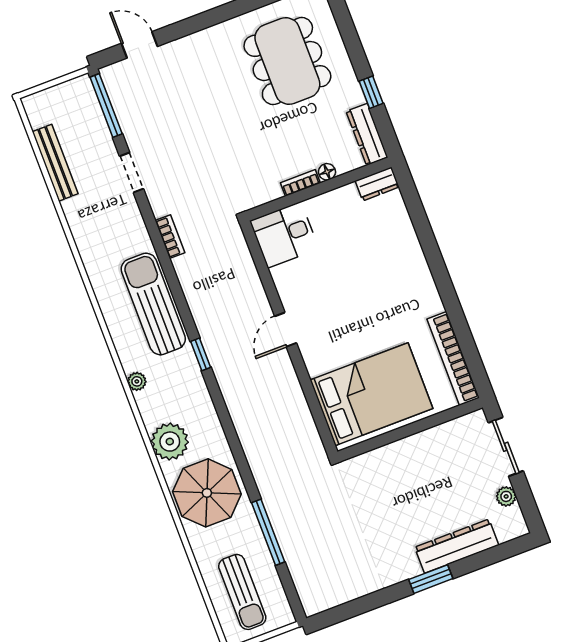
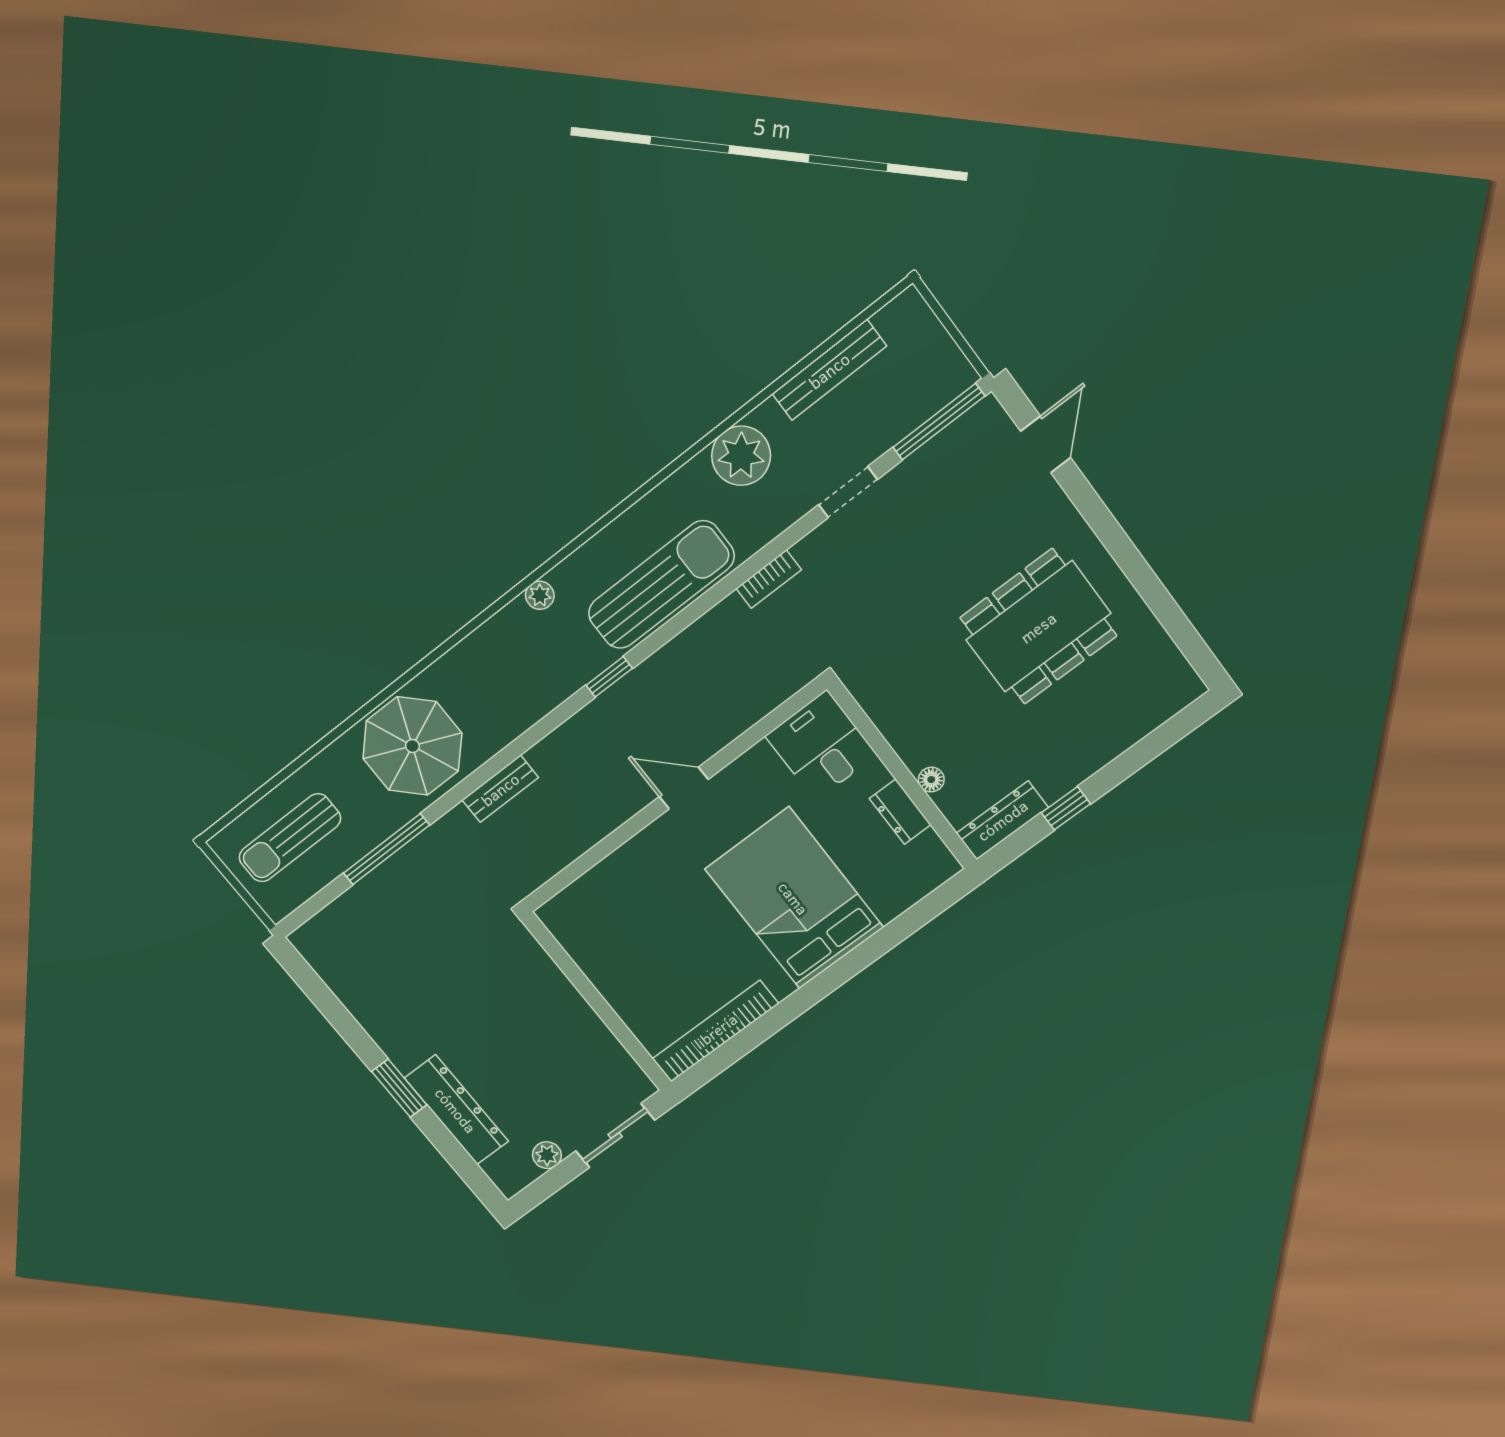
dining table: (287, 61) -> (1038, 627), moved
bookcase: (300, 183) -> (904, 746), removed
dresser: (377, 184) -> (900, 812), moved
bed: (371, 394) -> (794, 898), moved, turned 180
plant: (170, 442) -> (741, 456), moved
bench: (251, 446) -> (500, 789), added

